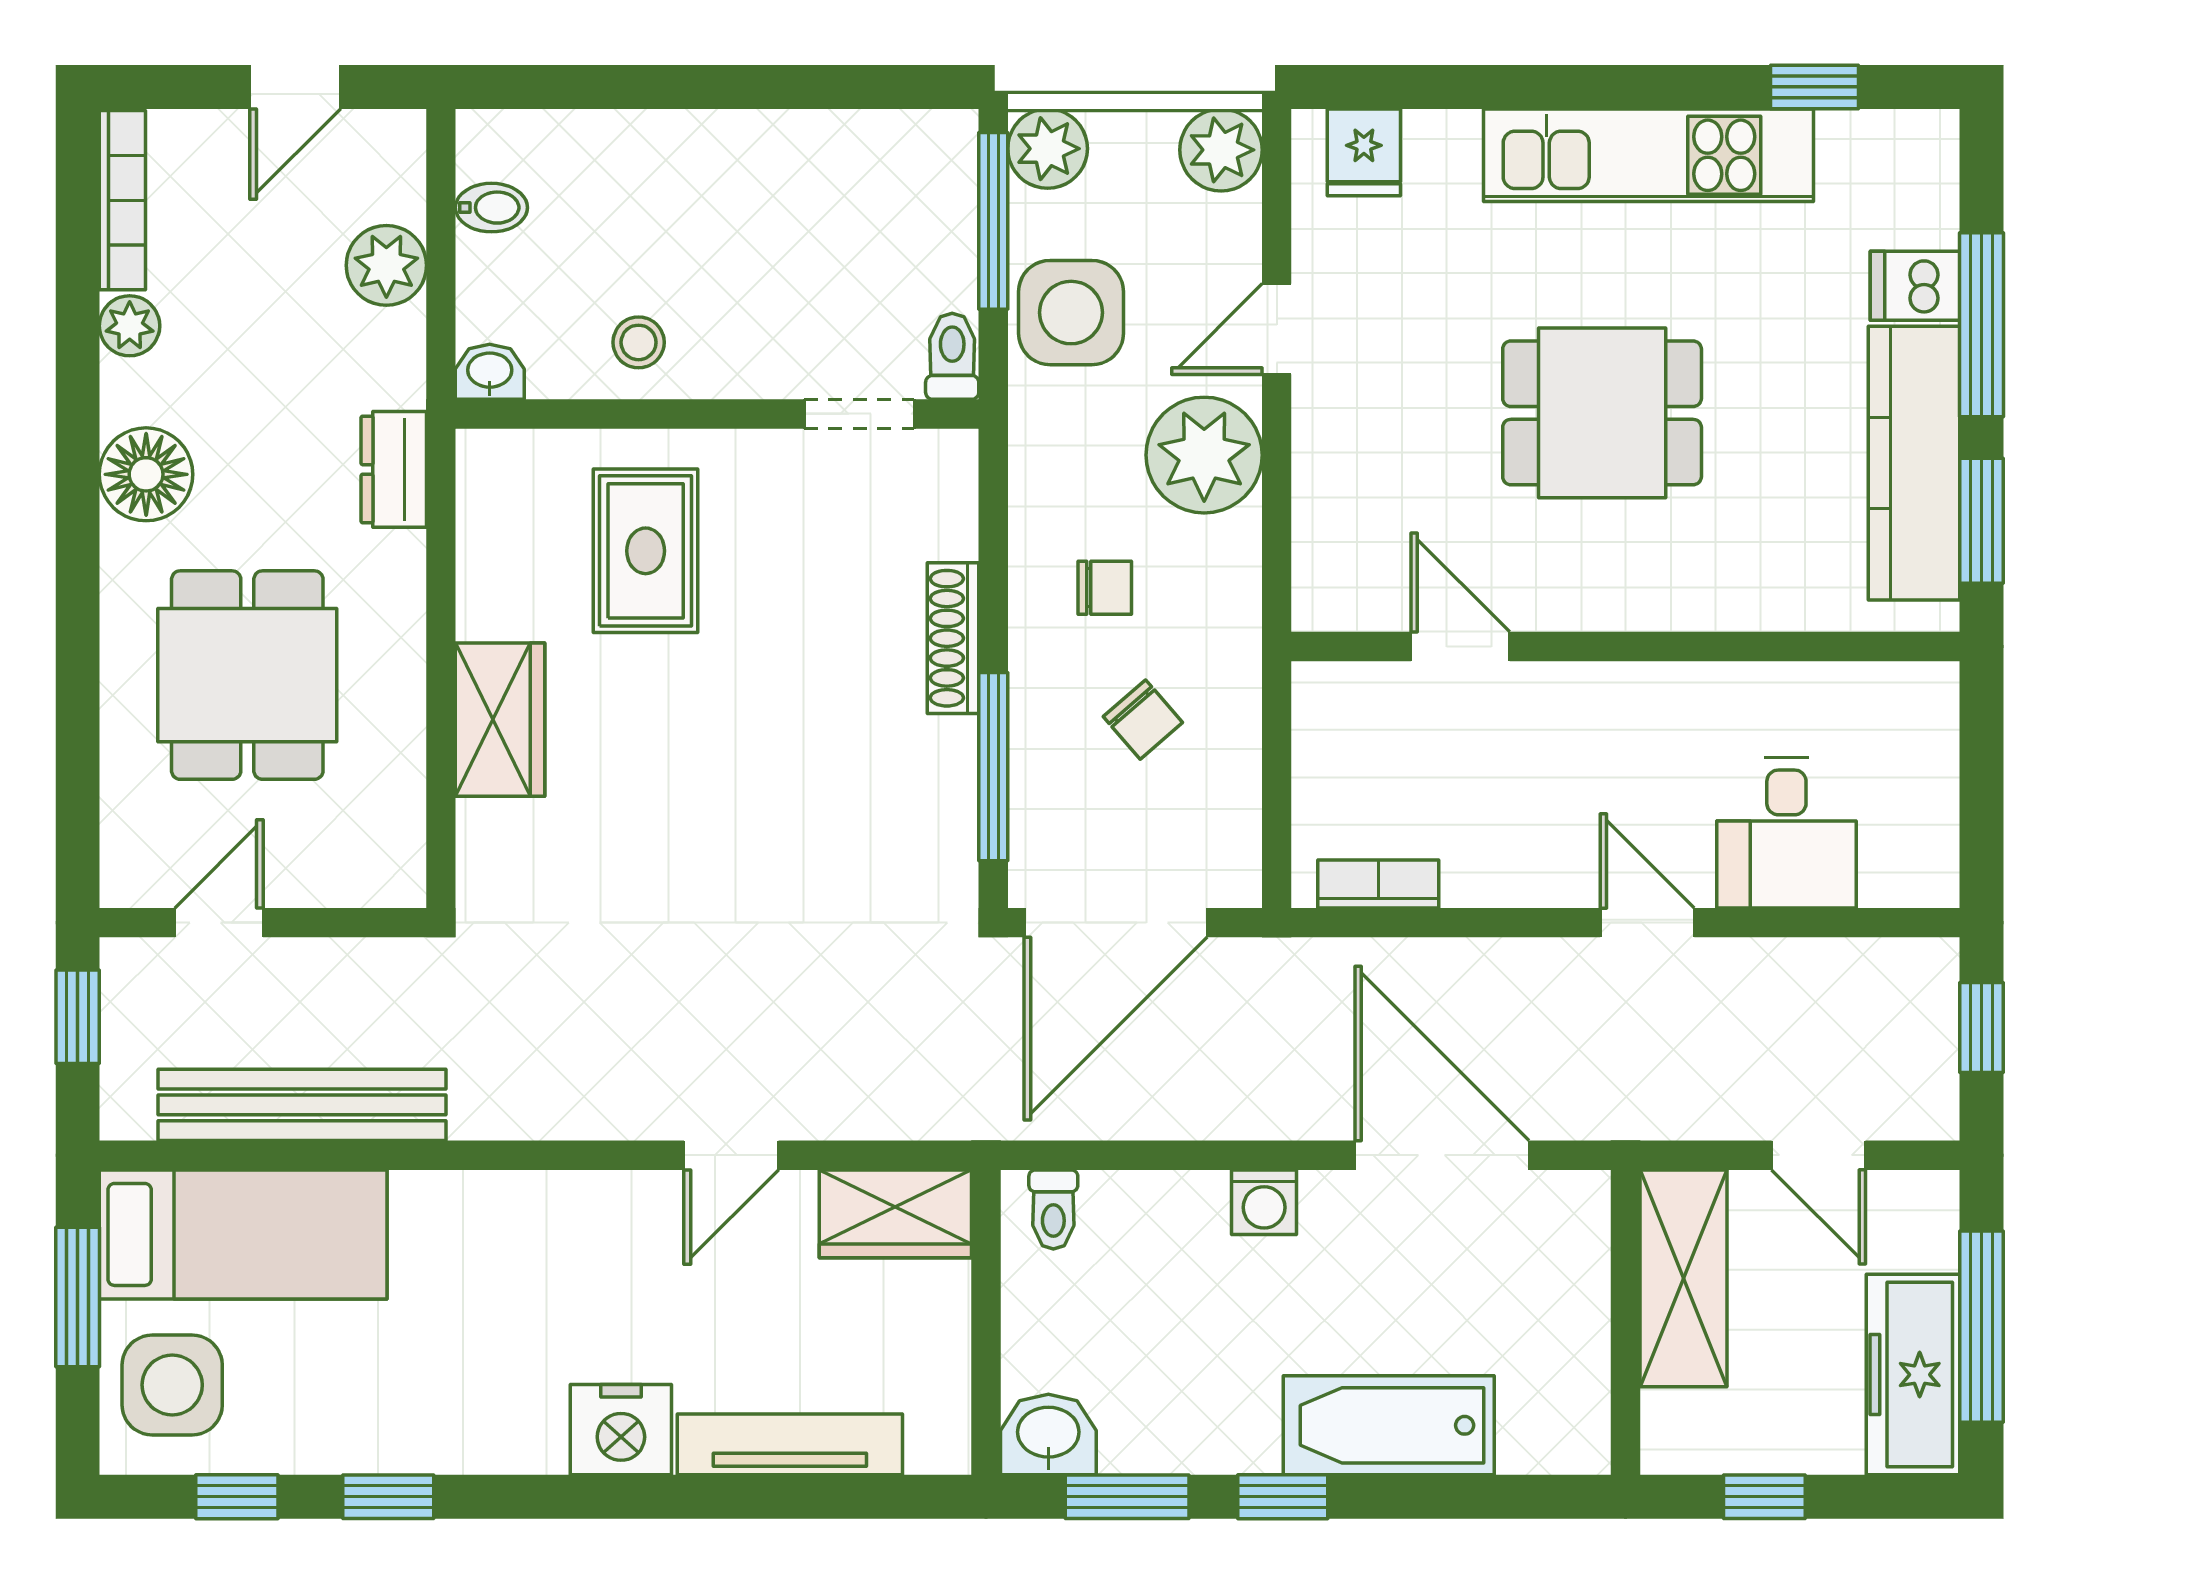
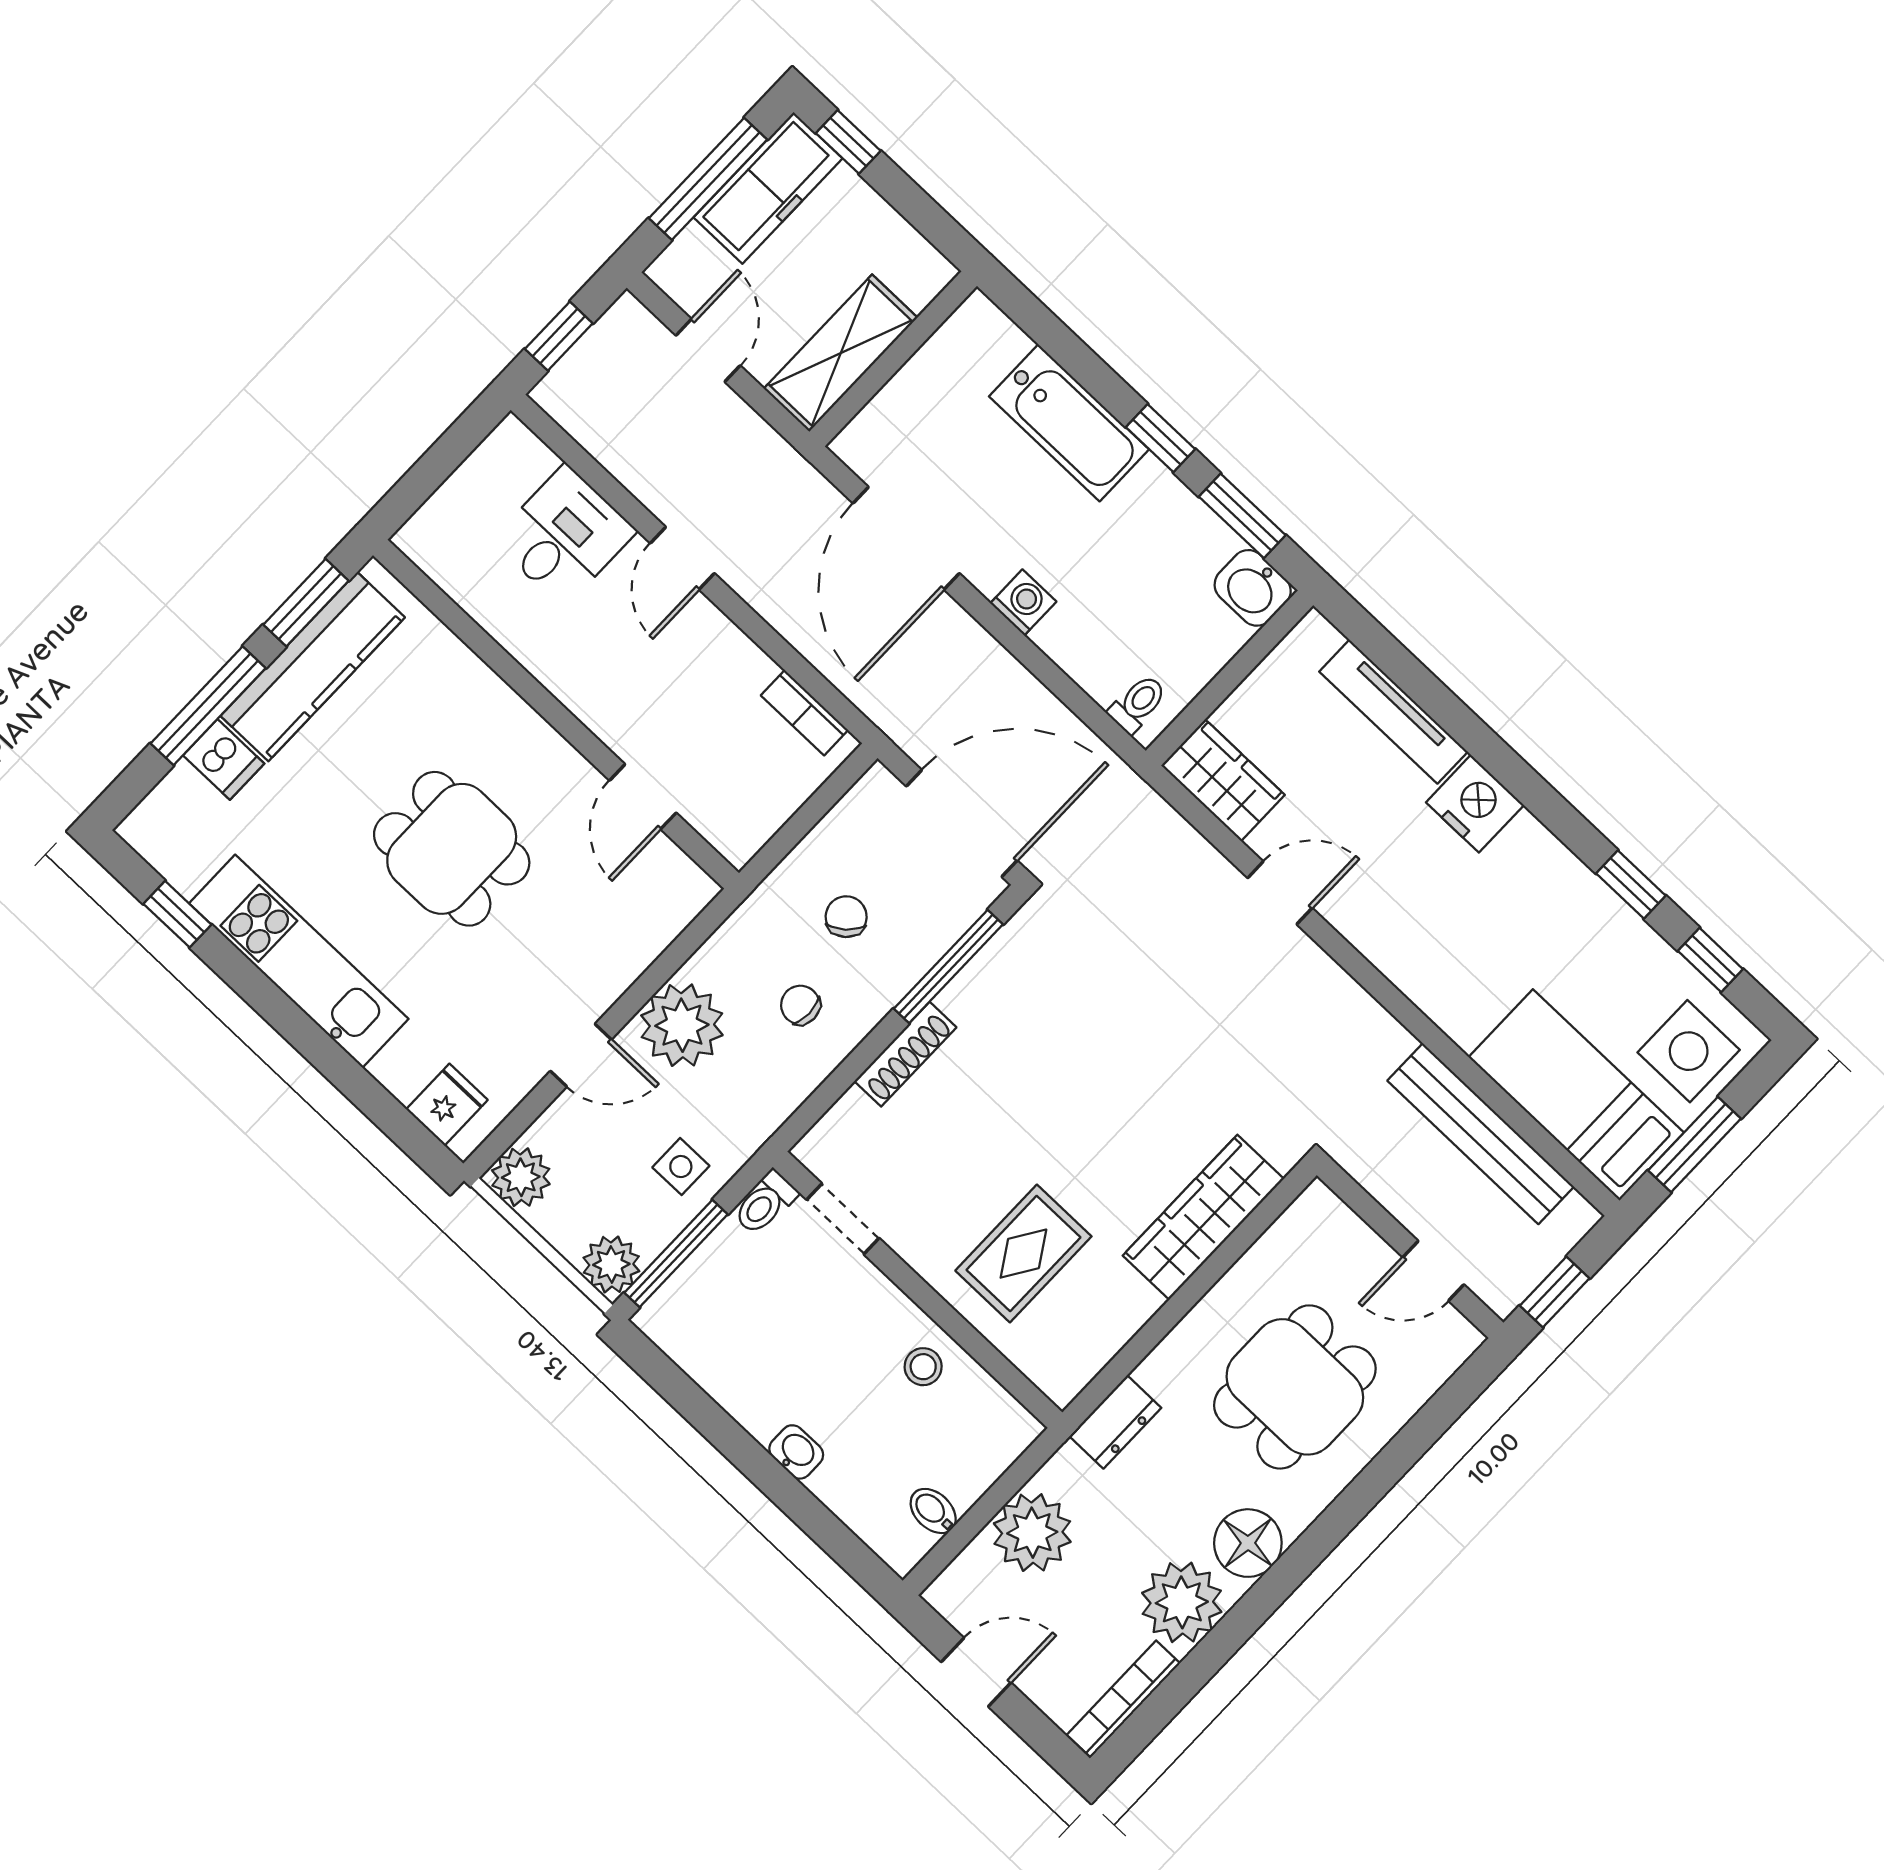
plant: (386, 265) -> (1032, 1533), width x1.36, depth x1.36
side table: (1071, 313) -> (681, 1167), width x0.54, depth x0.54
plant: (130, 326) -> (1182, 1602), width x1.88, depth x1.88
washbasin: (490, 372) -> (796, 1452), moved, turned 180
wardrobe: (500, 720) -> (1203, 1217), width x1.50
window: (1764, 1497) -> (848, 142), moved

